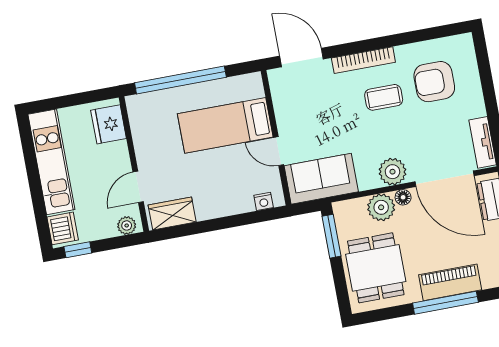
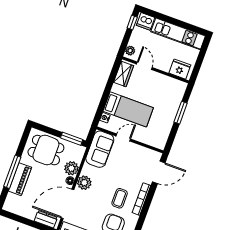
window: (180, 80) -> (181, 113), width x0.47
bed: (225, 125) -> (128, 109), moved, turned 90

